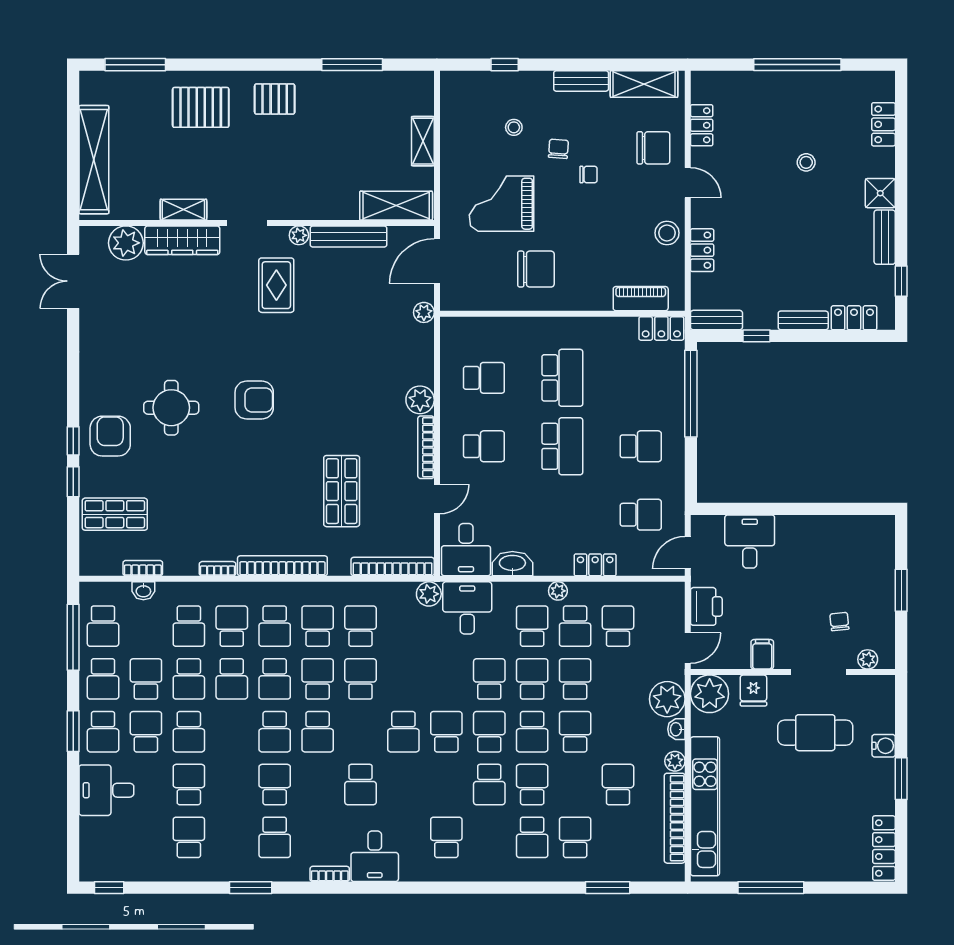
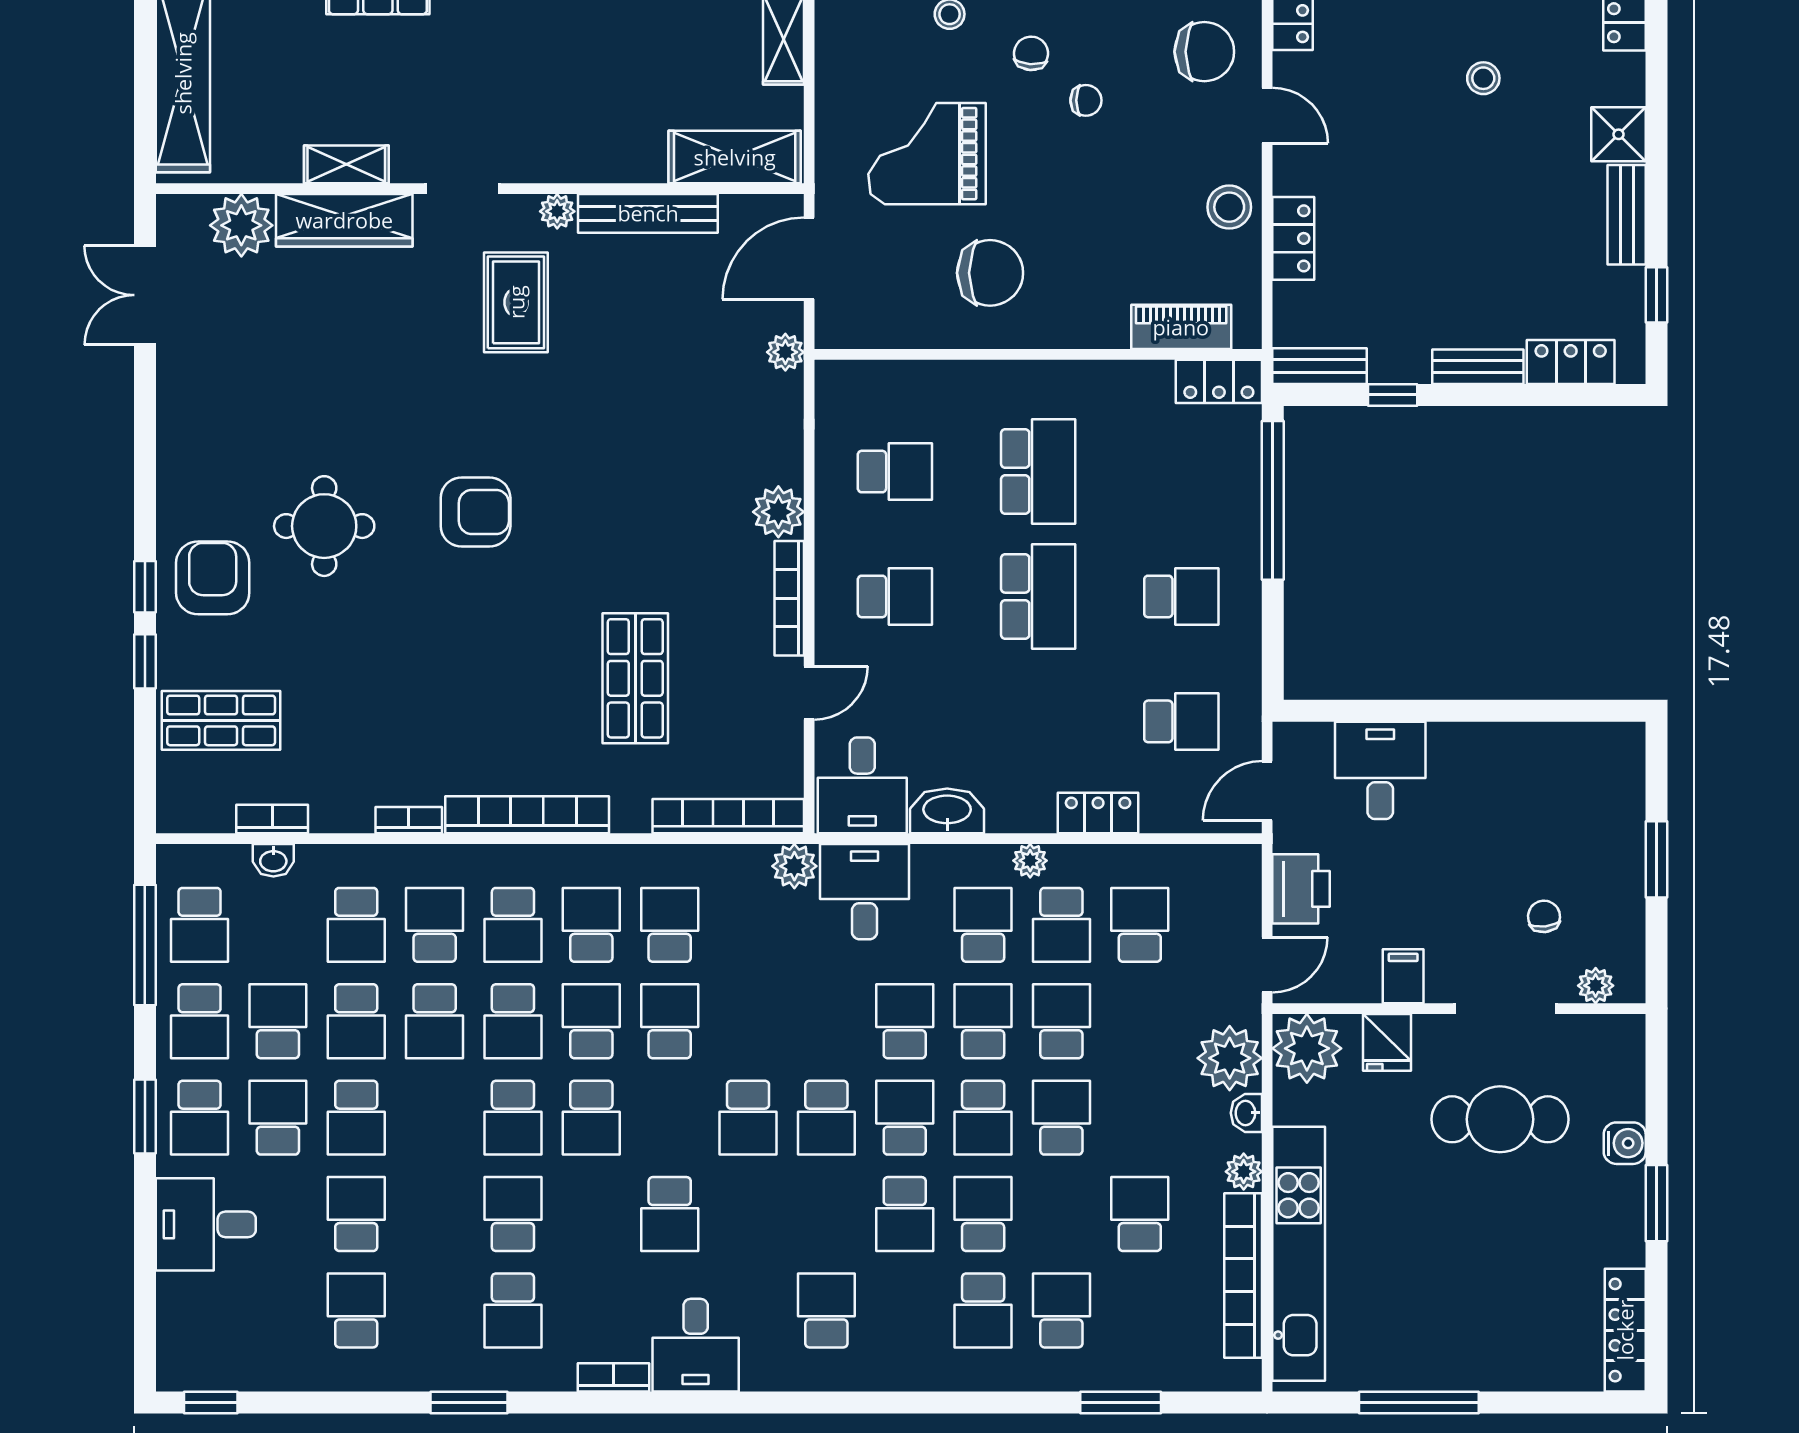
school desk: (446, 732) -> (826, 1118), turned 180

